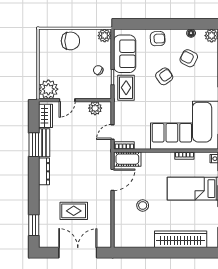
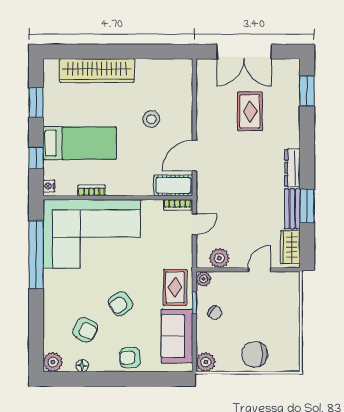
plant: (48, 89) -> (204, 279), moved, width x0.53, depth x0.53
rug: (74, 211) -> (250, 111), turned 90

